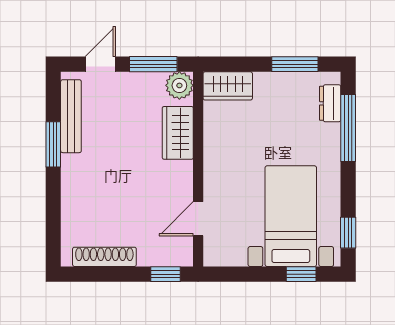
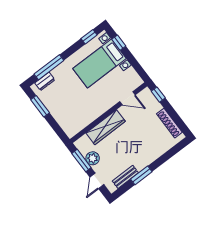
door: (100, 64) -> (97, 181), hinge flipped
plant: (179, 85) -> (93, 158), moved
wardrobe: (228, 86) -> (68, 126), removed
bench: (71, 116) -> (125, 177), width x0.73
wardrobe: (178, 133) -> (106, 127), width x1.50

